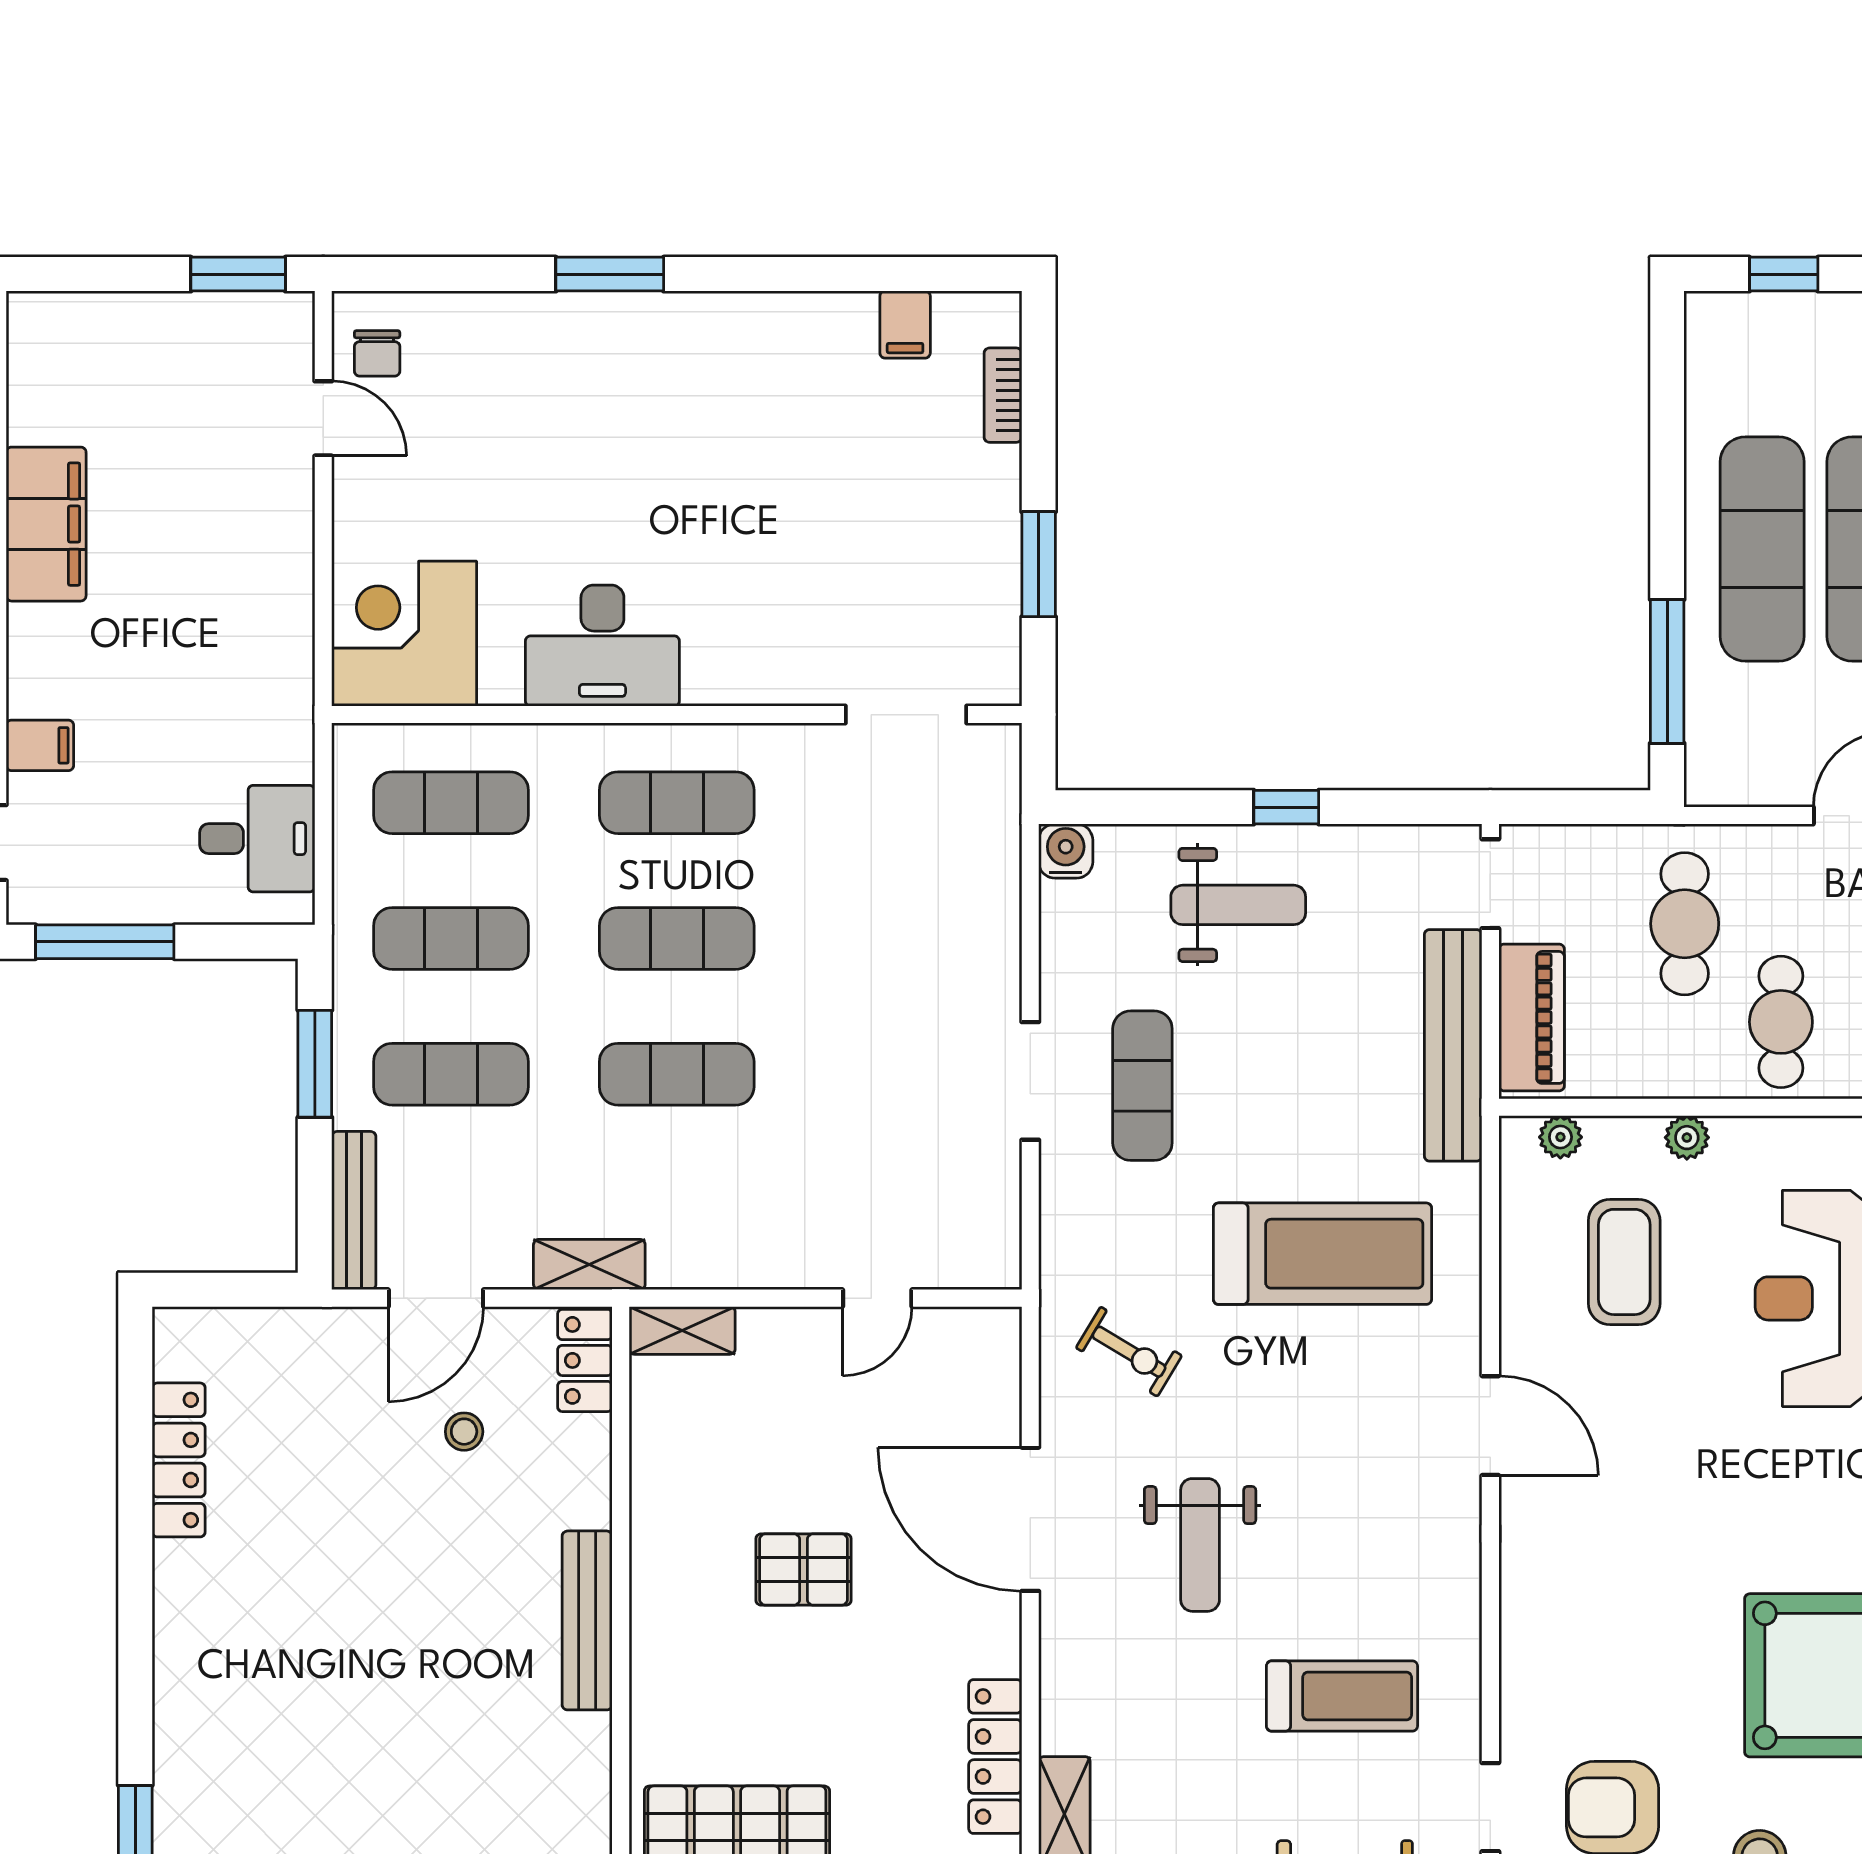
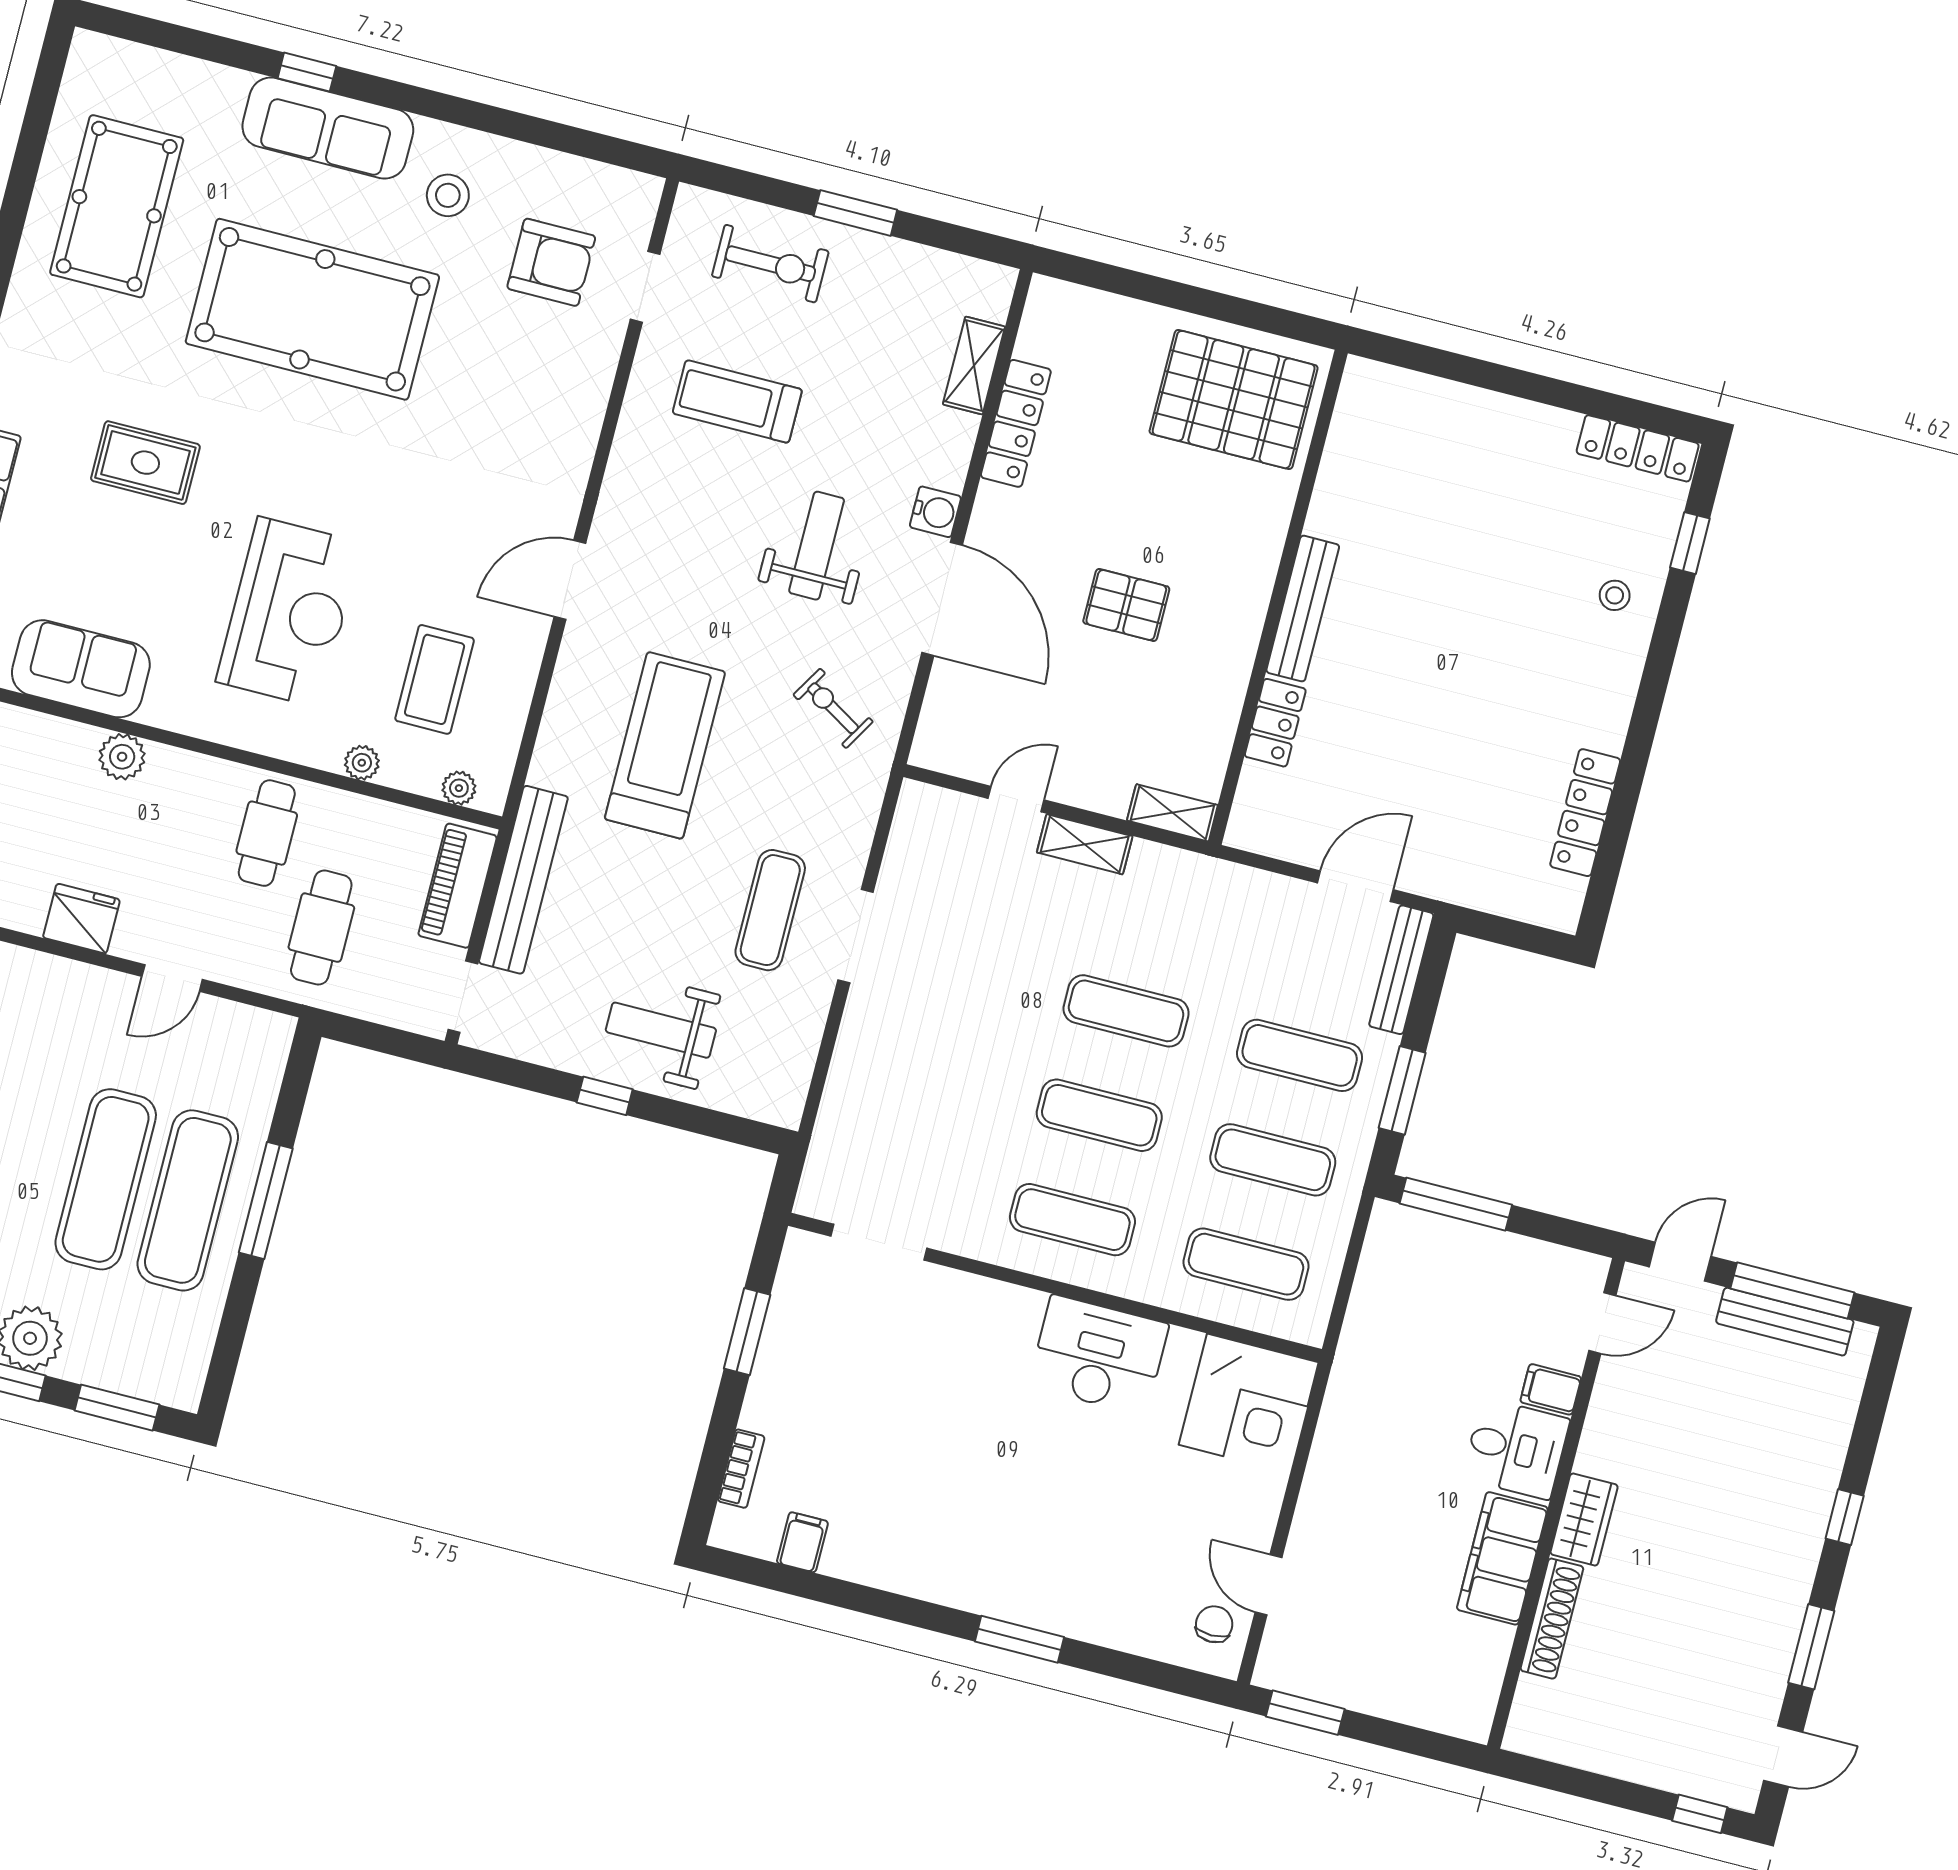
window: (1784, 274) -> (117, 1408), width x1.50
window: (1667, 671) -> (266, 1201), moved
desk: (257, 839) -> (1516, 1449), moved, turned 180
water cooler: (1066, 851) -> (935, 512), moved, turned -90
window: (105, 942) -> (1456, 1204), moved
treadmill: (1322, 1254) -> (665, 745), turned 90
shelving: (589, 1265) -> (1085, 844), moved
locker: (585, 1360) -> (1275, 723), moved
door: (1490, 1426) -> (570, 580), hinge flipped
stool: (464, 1432) -> (1615, 595), moved

